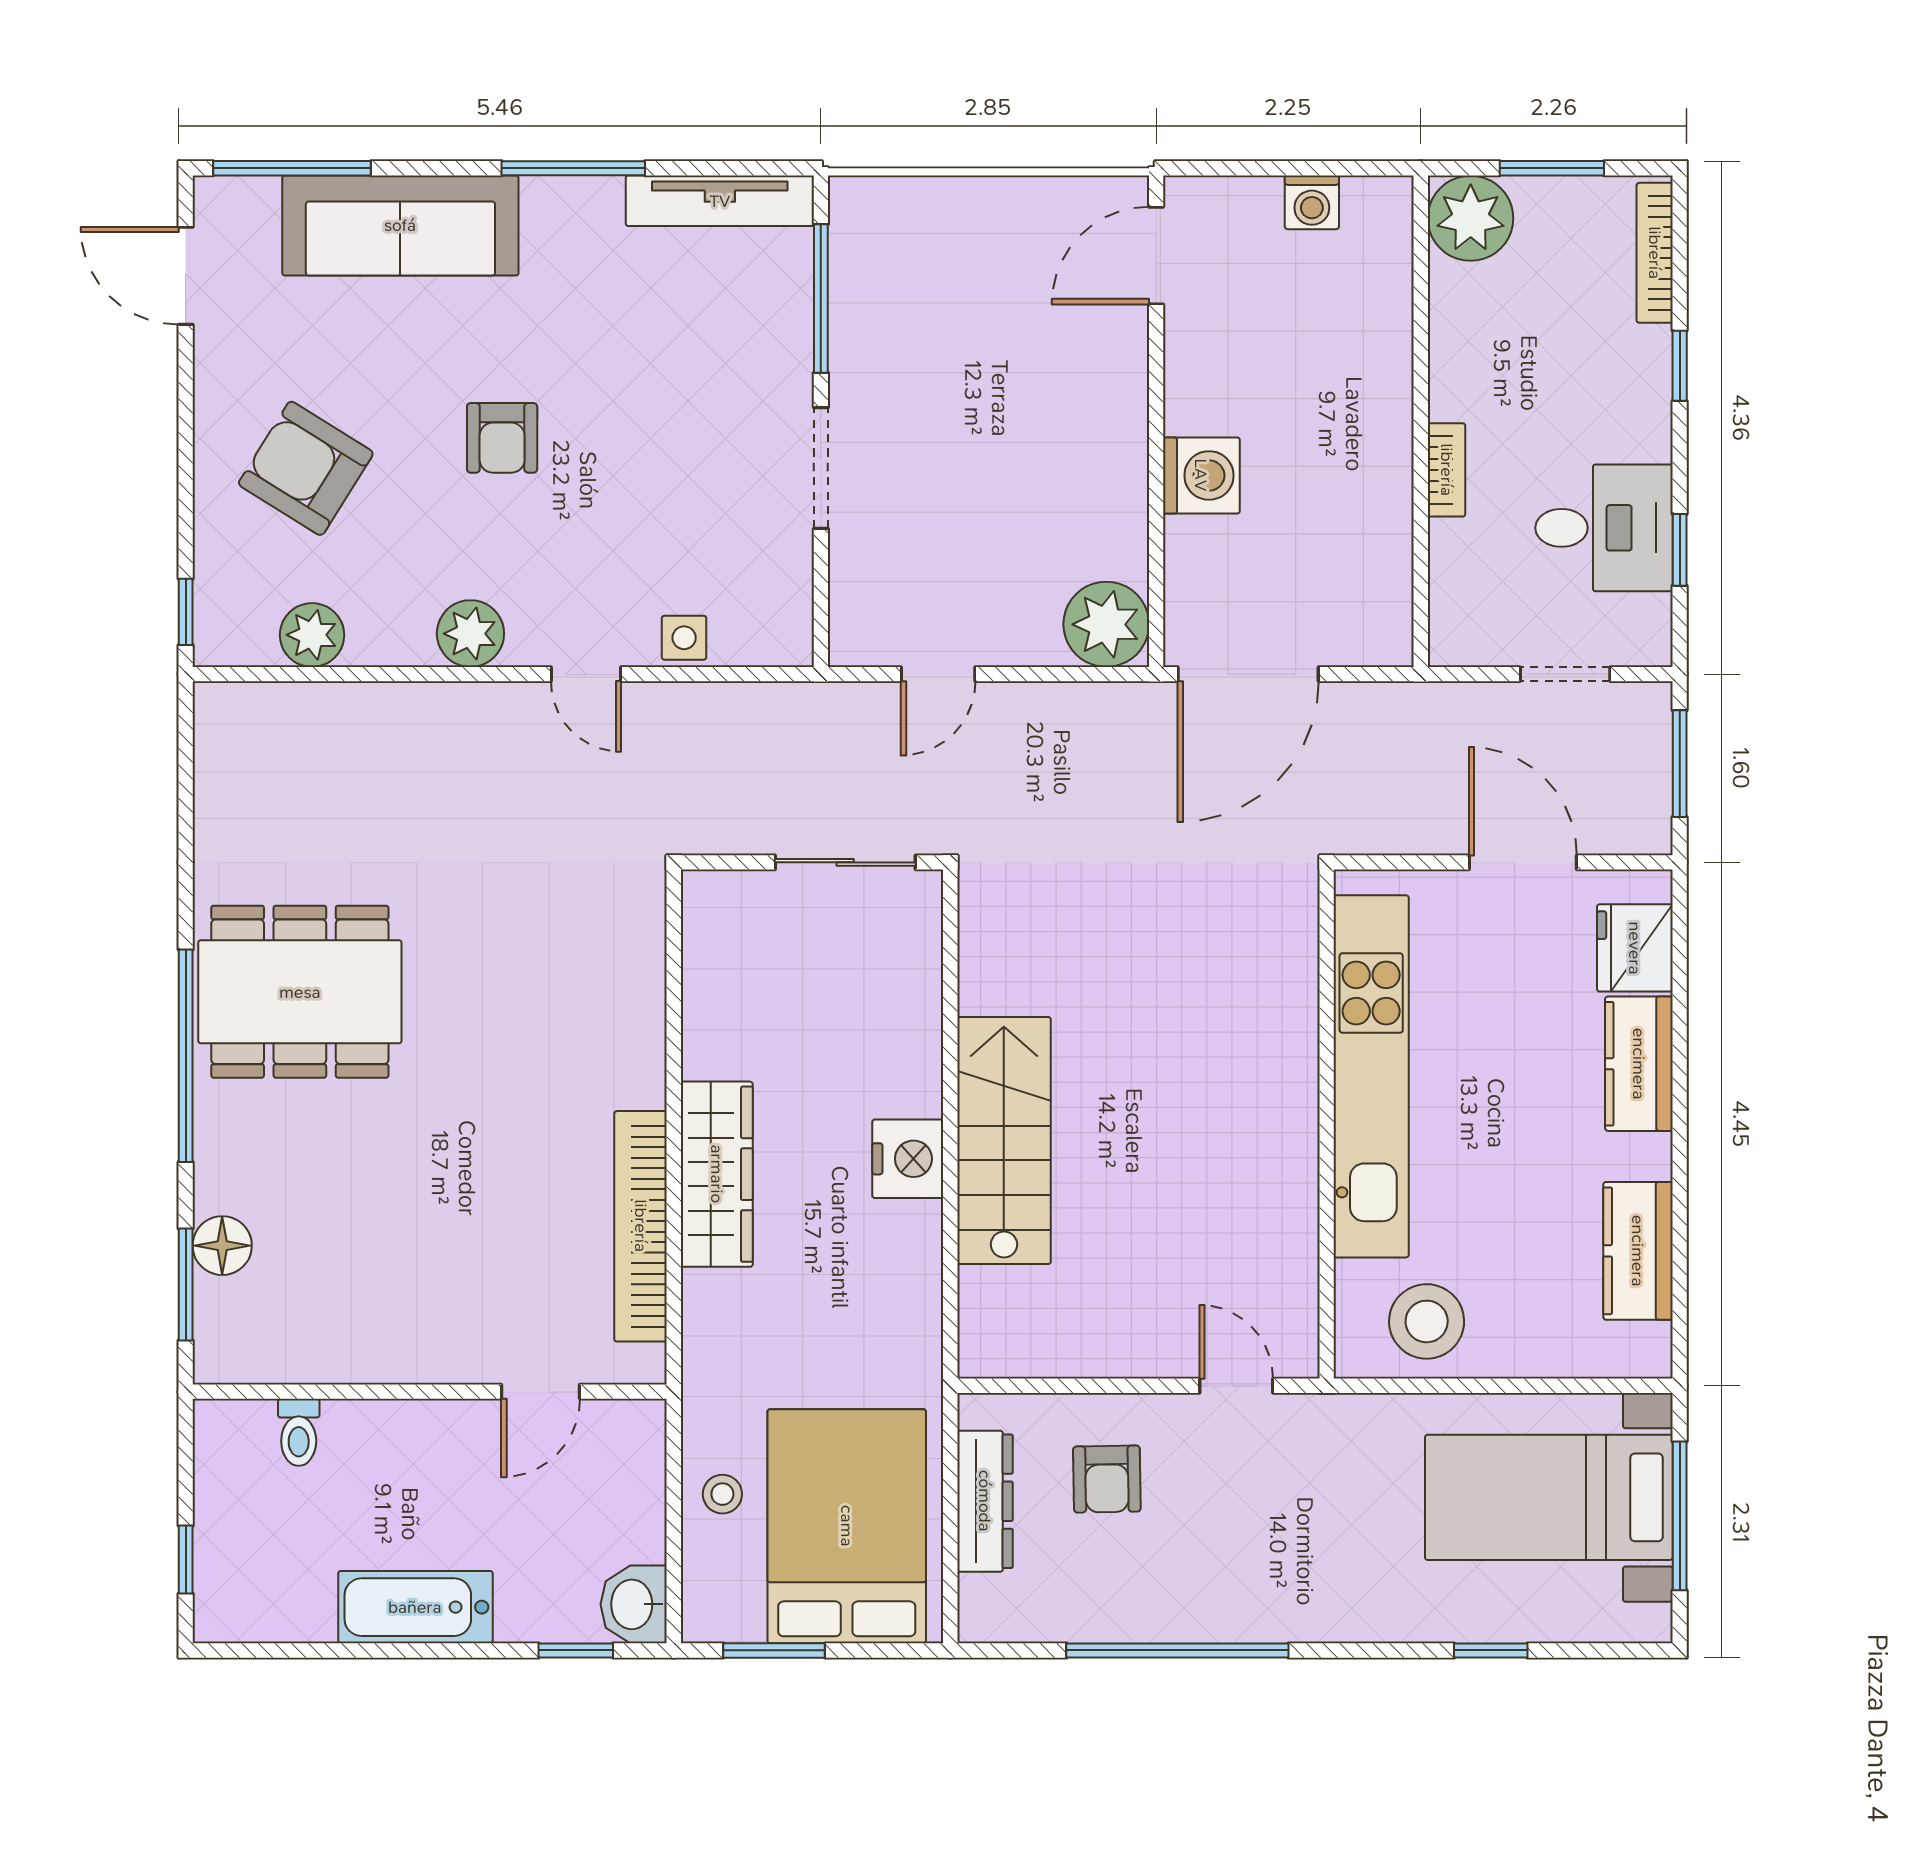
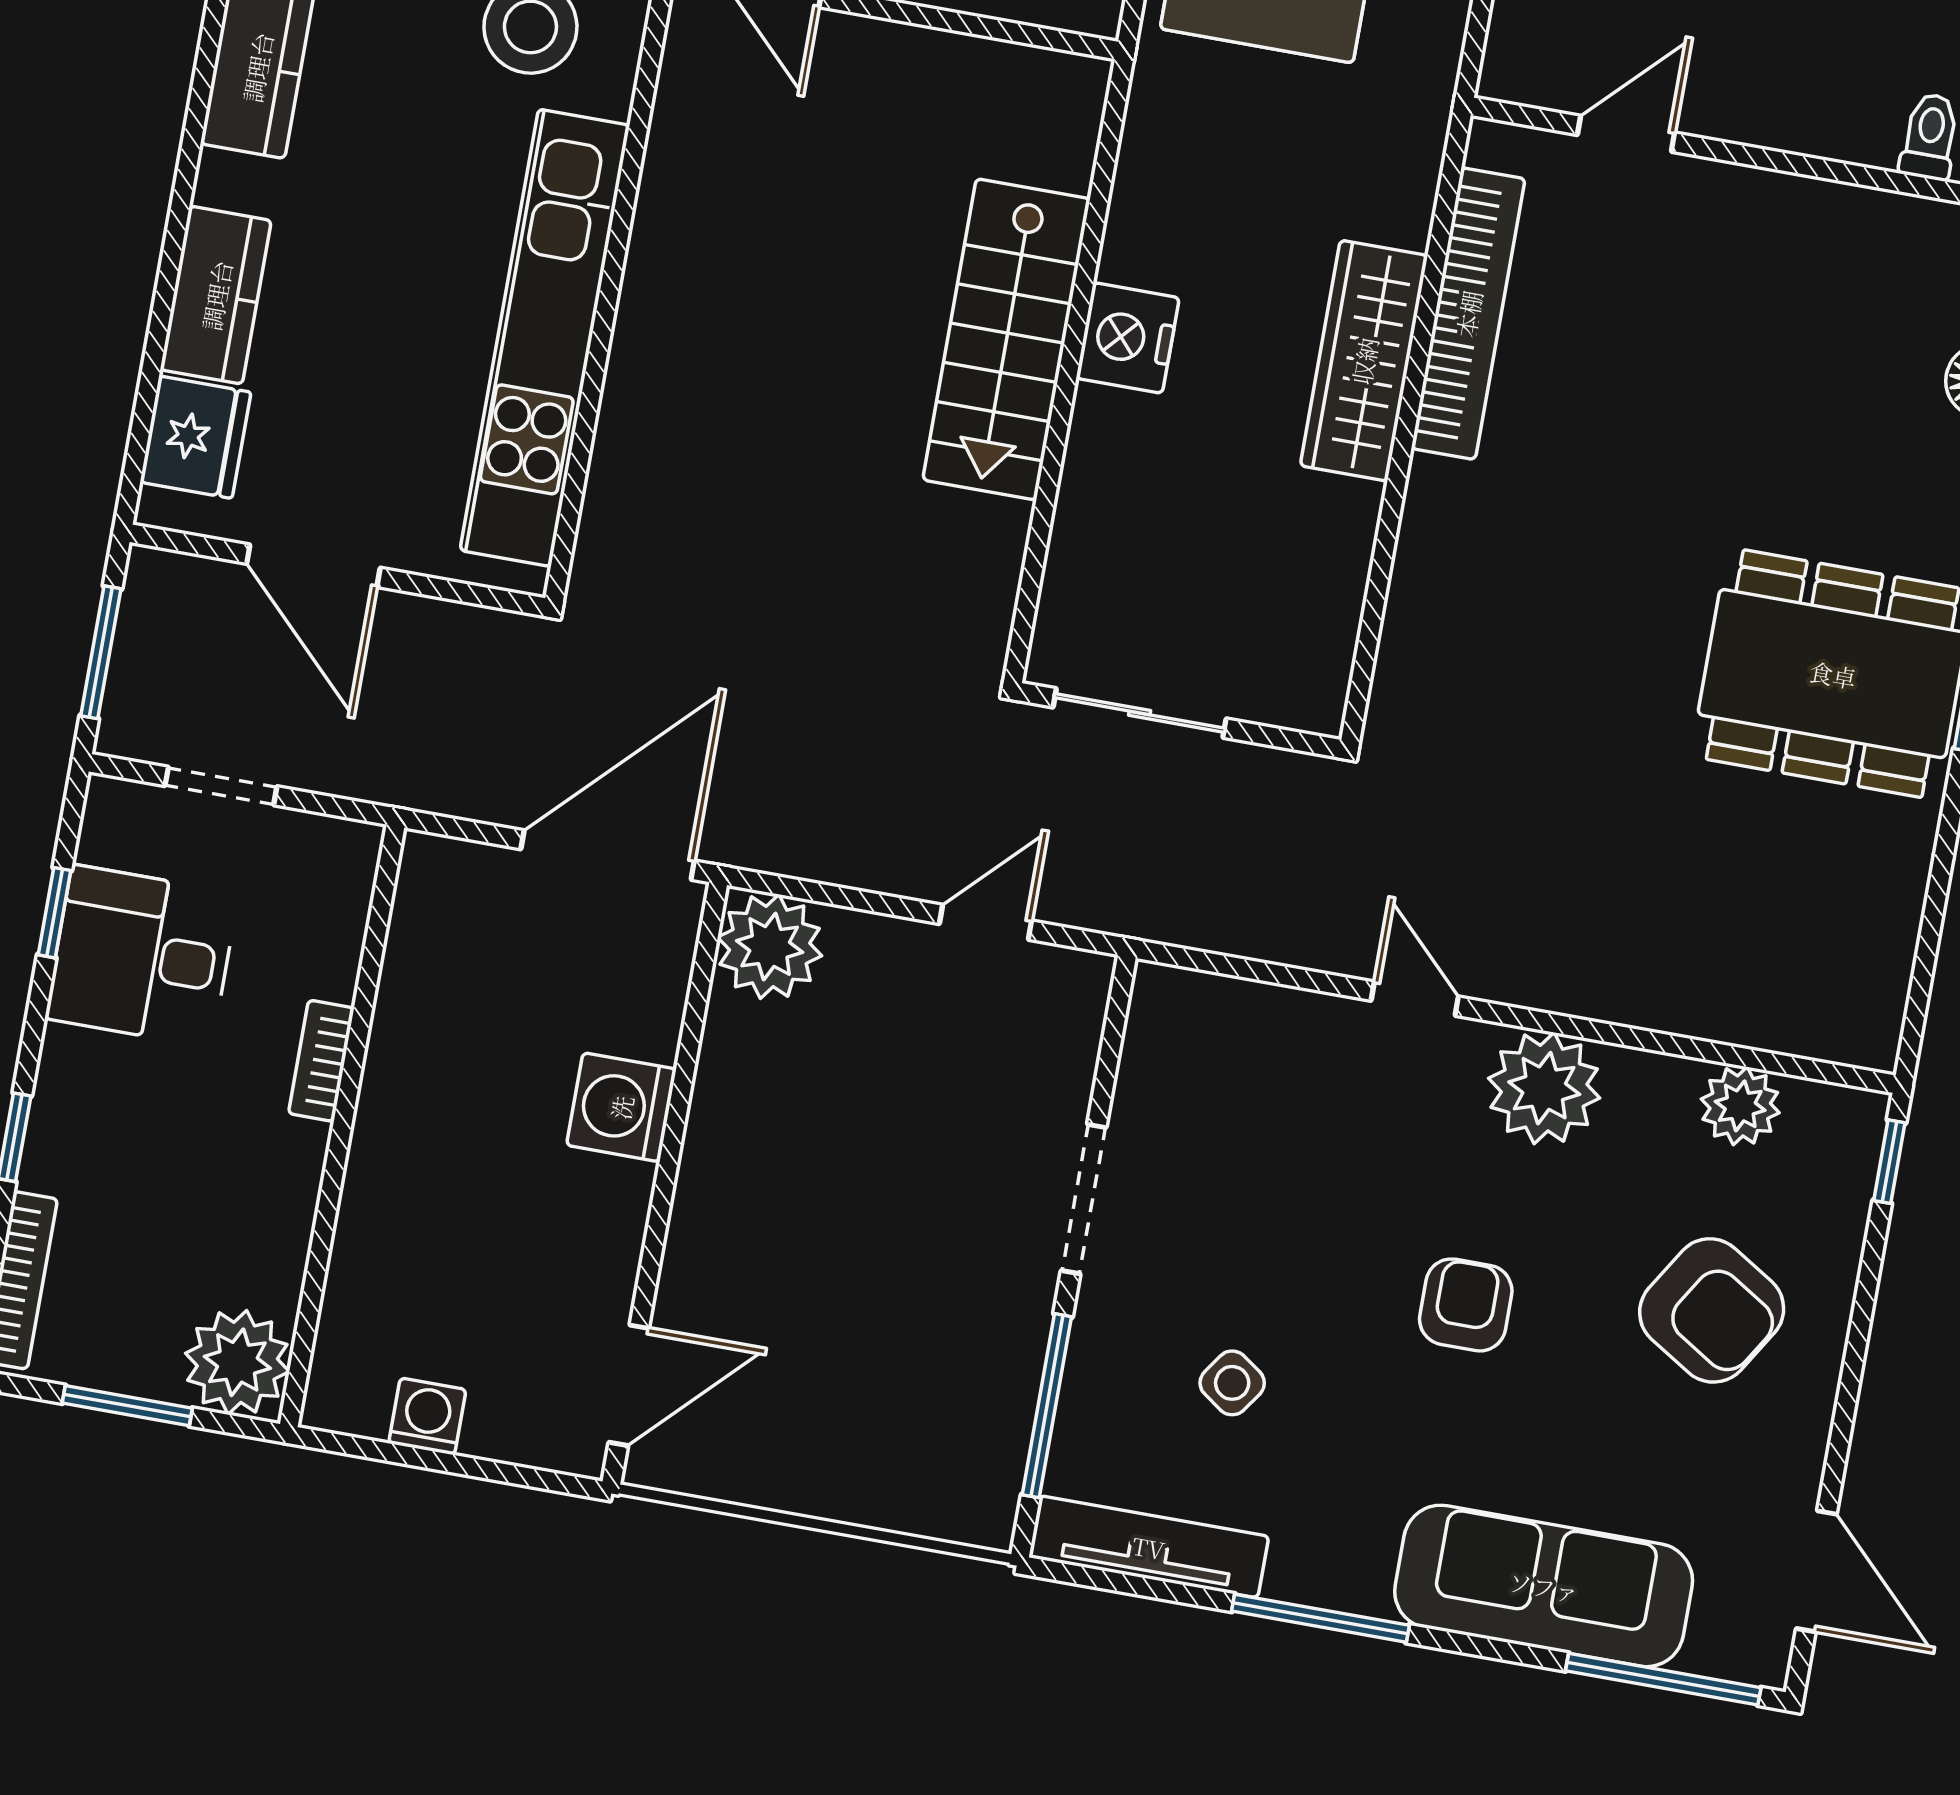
plant: (470, 634) -> (1544, 1088), width x1.36, depth x1.36
side table: (684, 638) -> (1232, 1383), moved, turned 35

